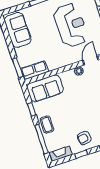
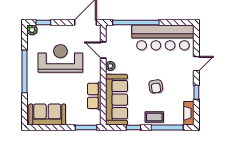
row of seats: (34, 70) -> (94, 96), moved
sofa: (45, 88) -> (117, 100), width x1.36
armchair: (84, 138) -> (156, 86), moved

